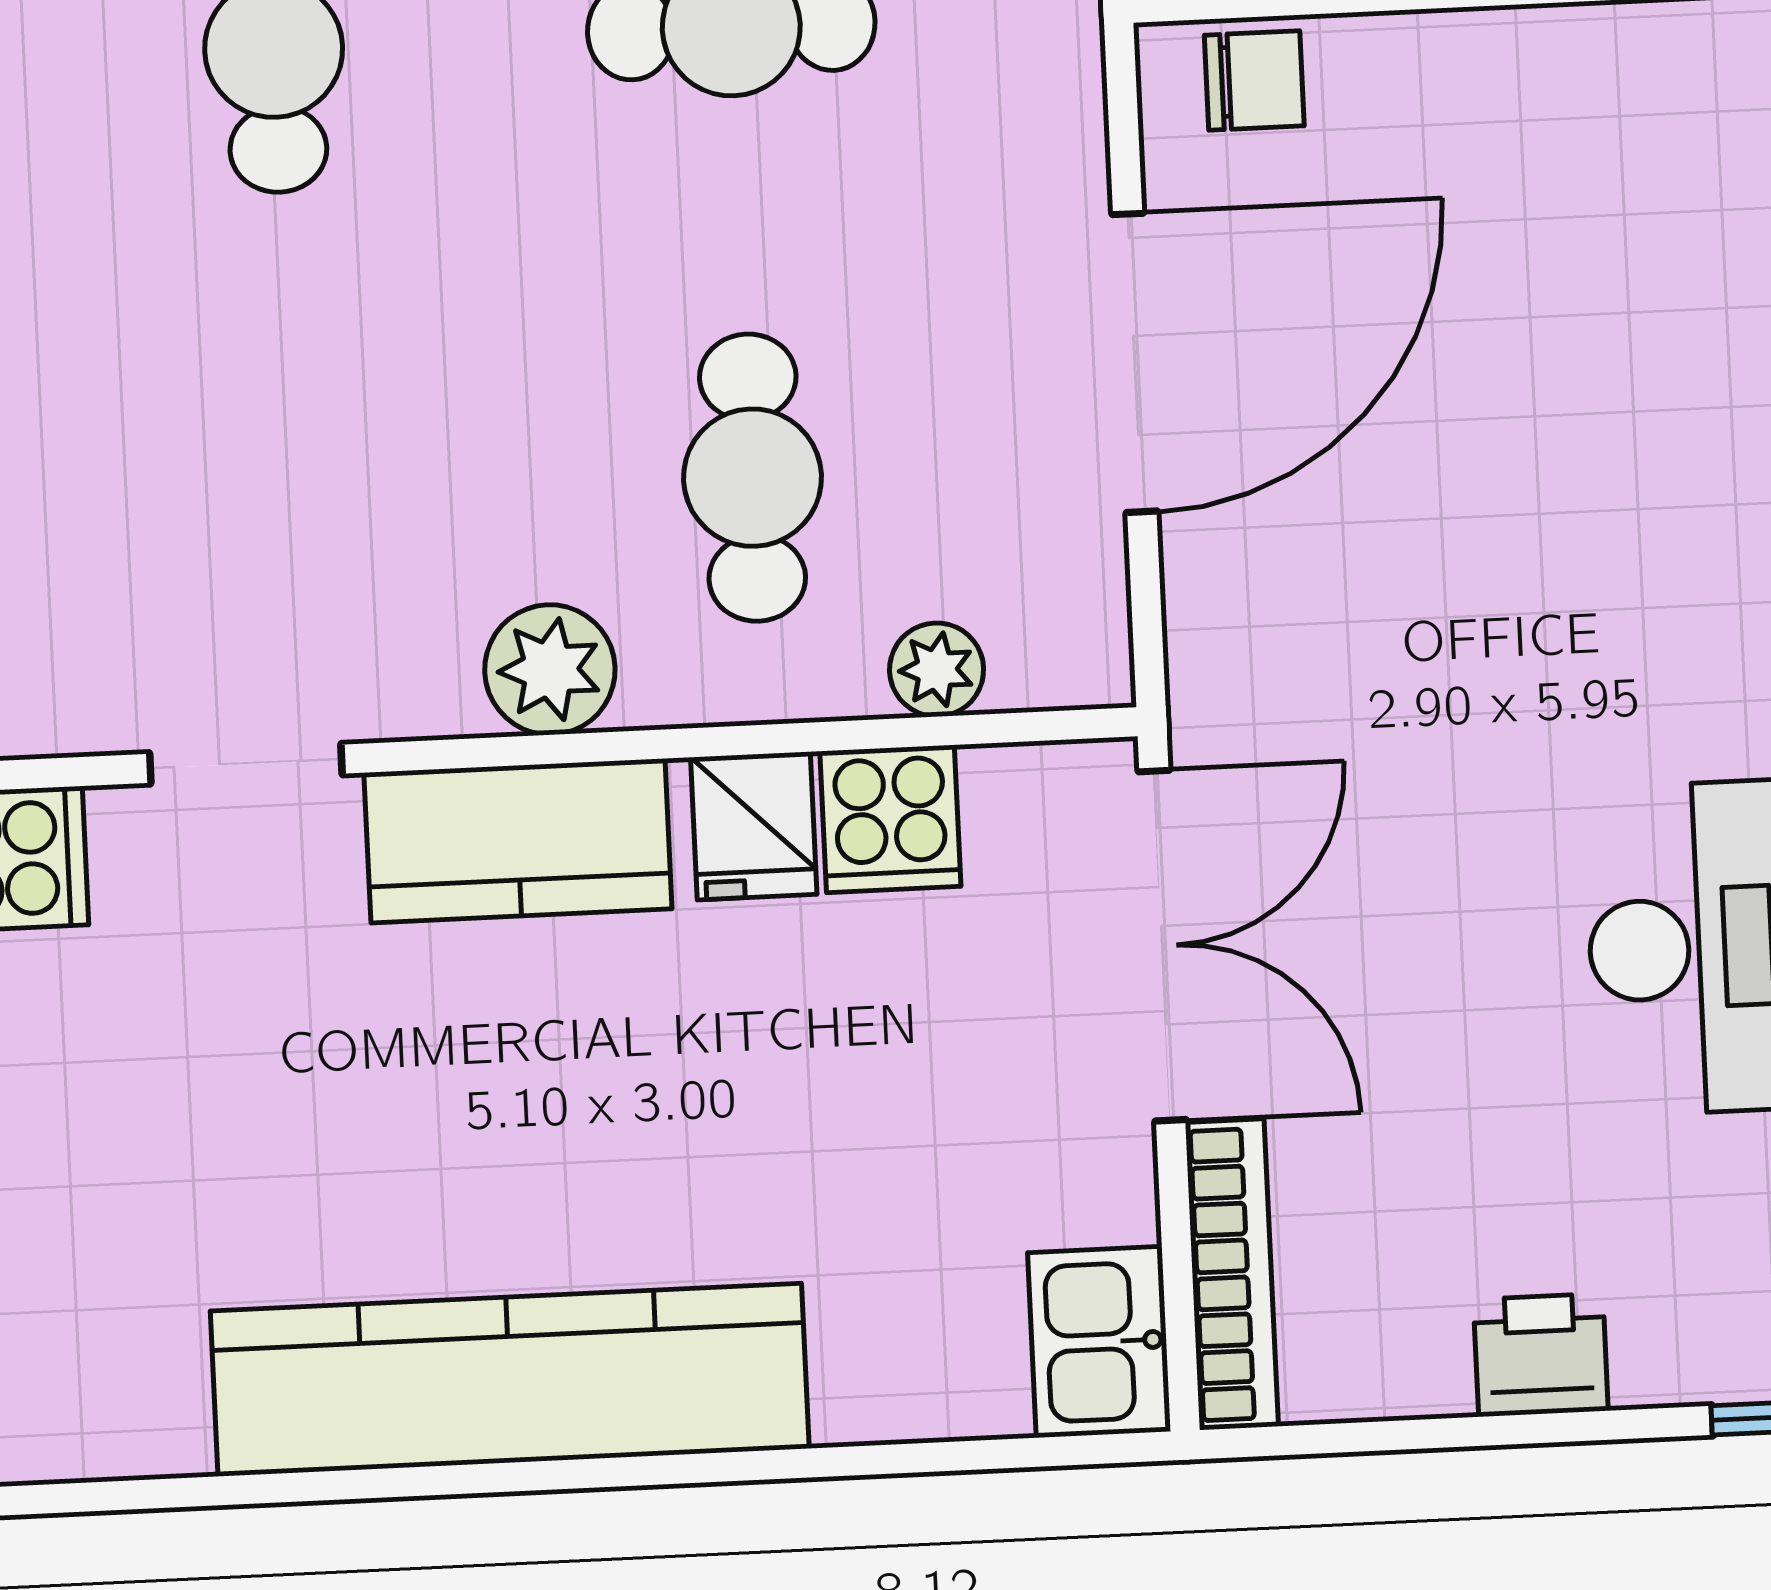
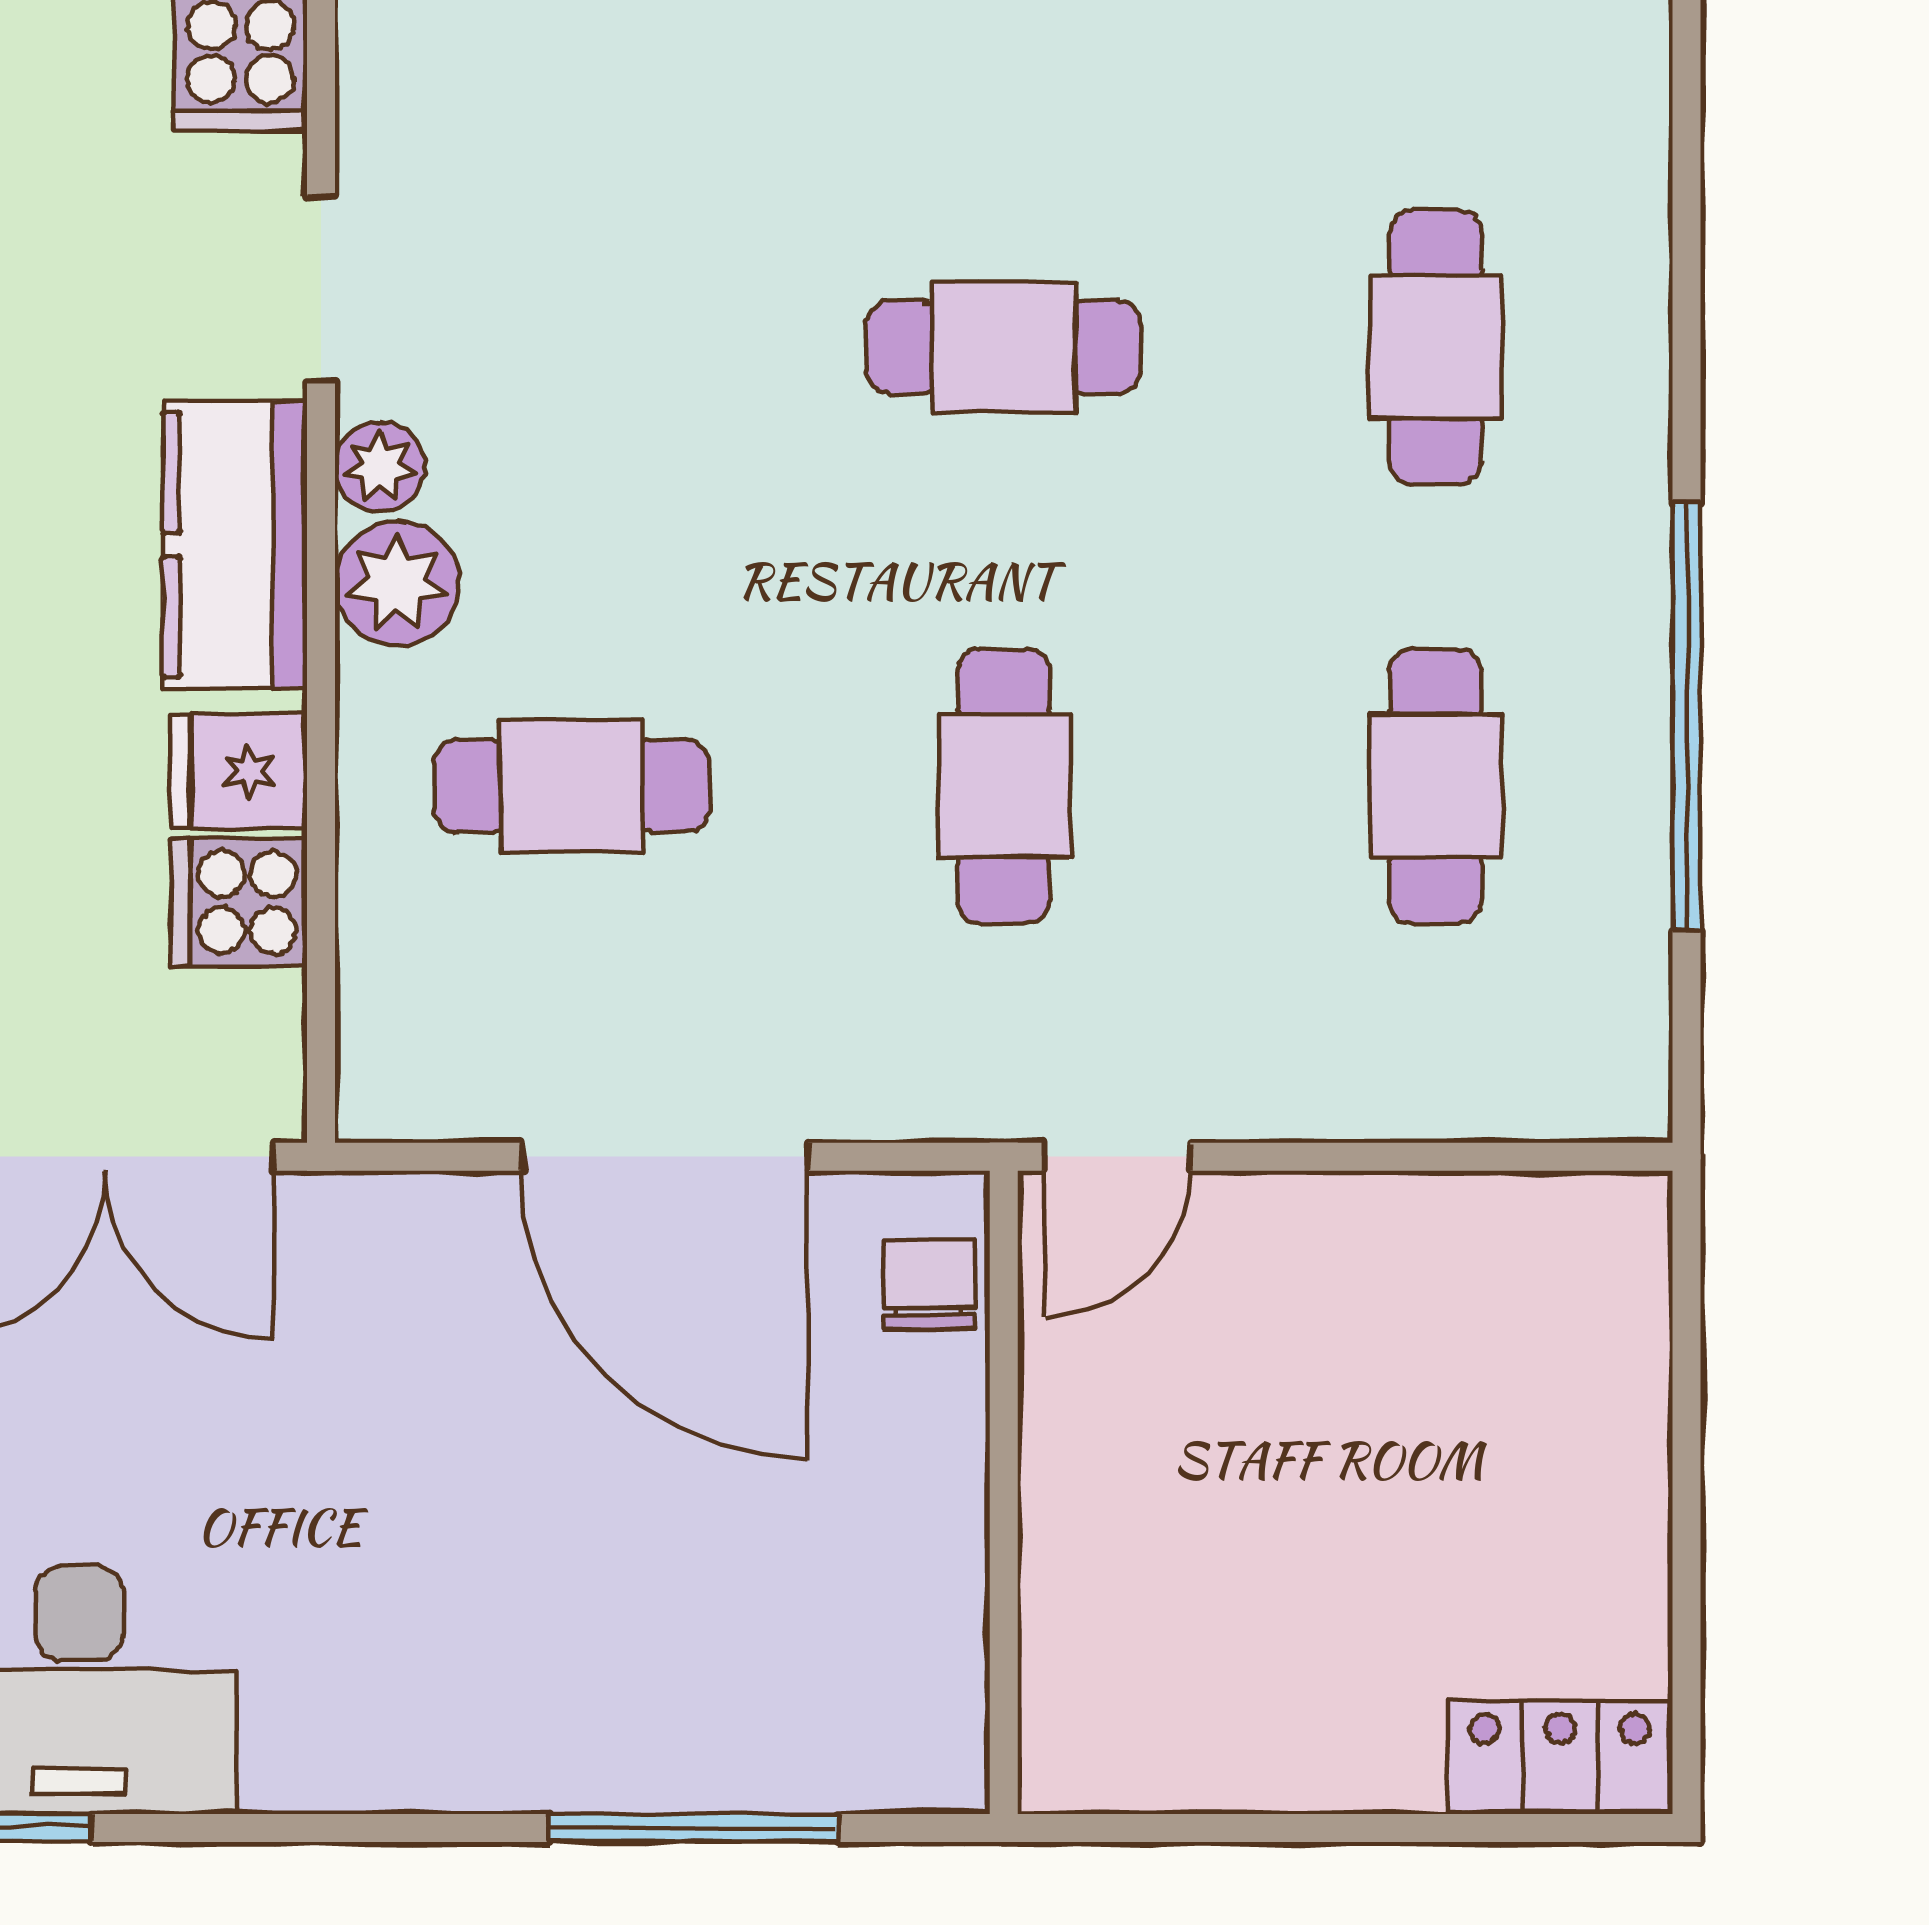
chair: (1254, 80) -> (929, 1284), turned 180
plant: (937, 670) -> (380, 467), moved

